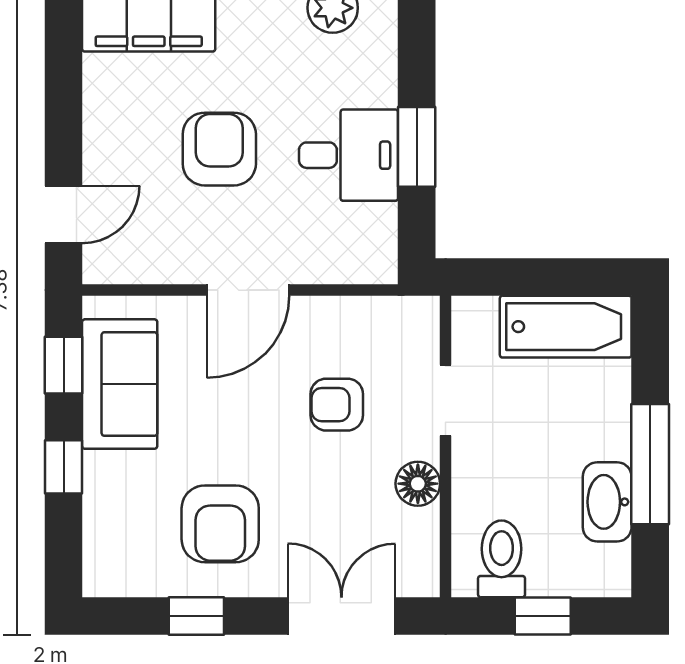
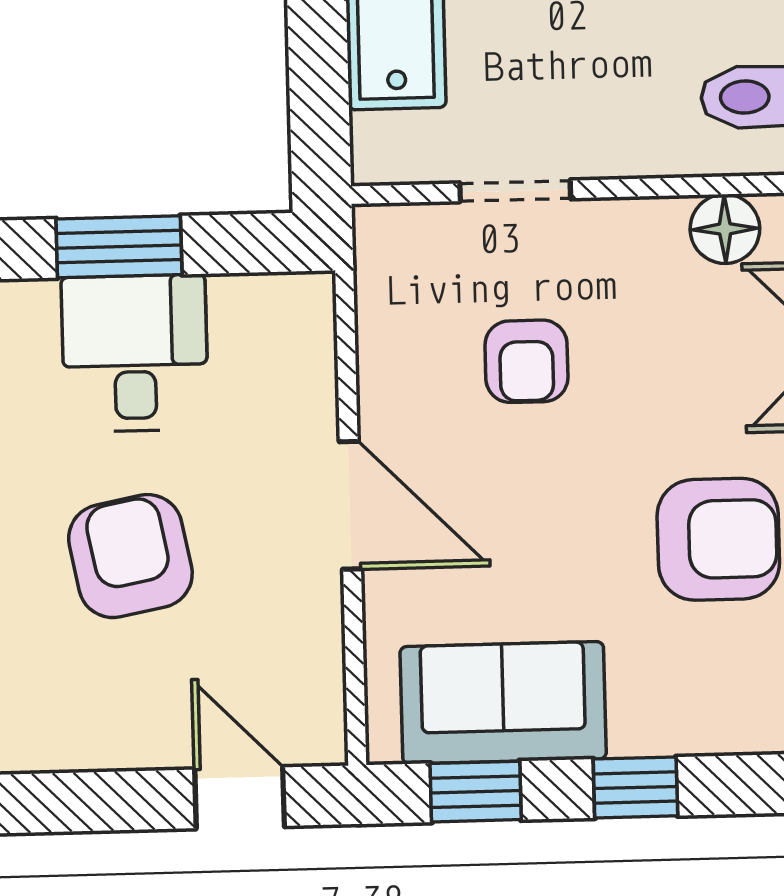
armchair: (219, 149) -> (130, 556), turned 79
floor lamp: (418, 484) -> (725, 229), moved

